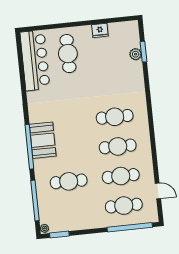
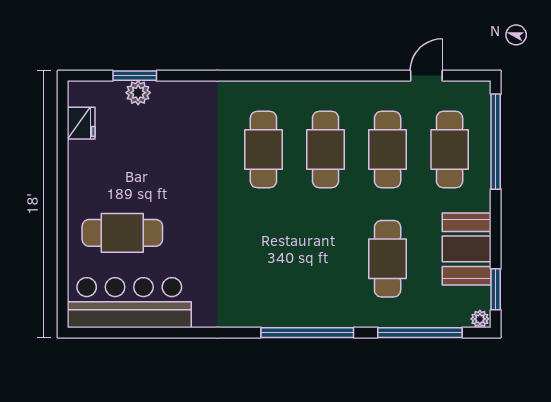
fridge: (100, 30) -> (81, 123), moved
booth: (43, 140) -> (467, 249), moved, turned 90

